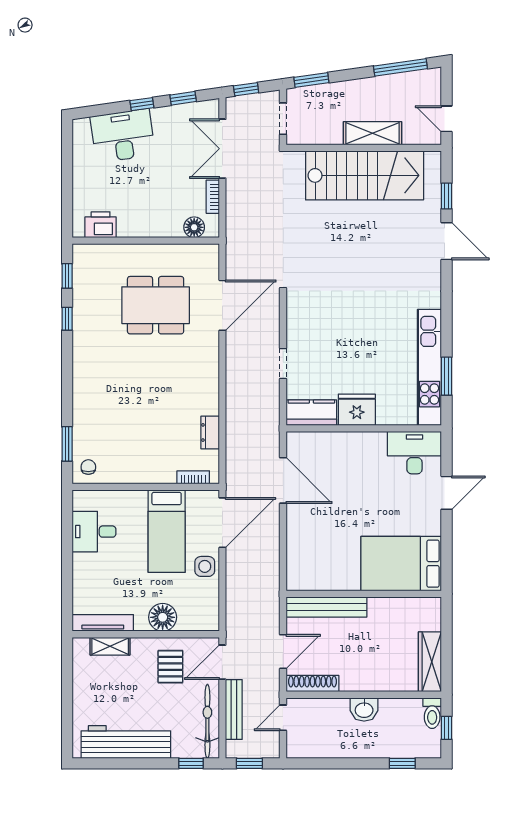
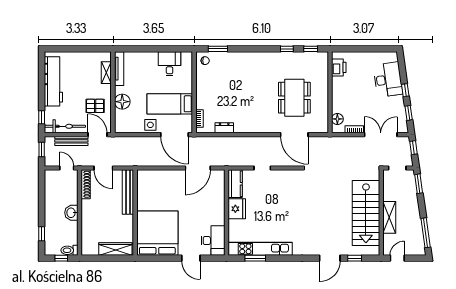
bed: (401, 564) -> (157, 233), width x1.36
wardrobe: (430, 662) -> (115, 249), moved

